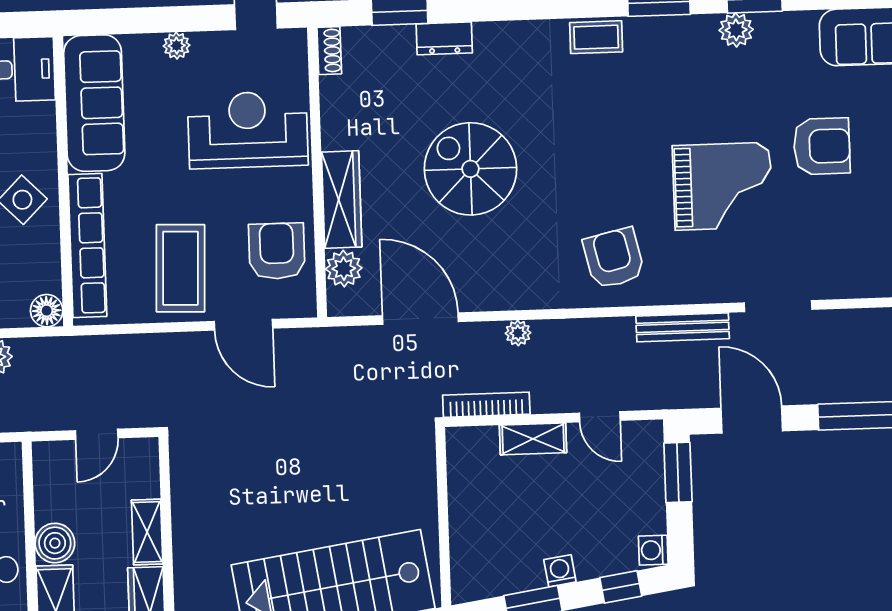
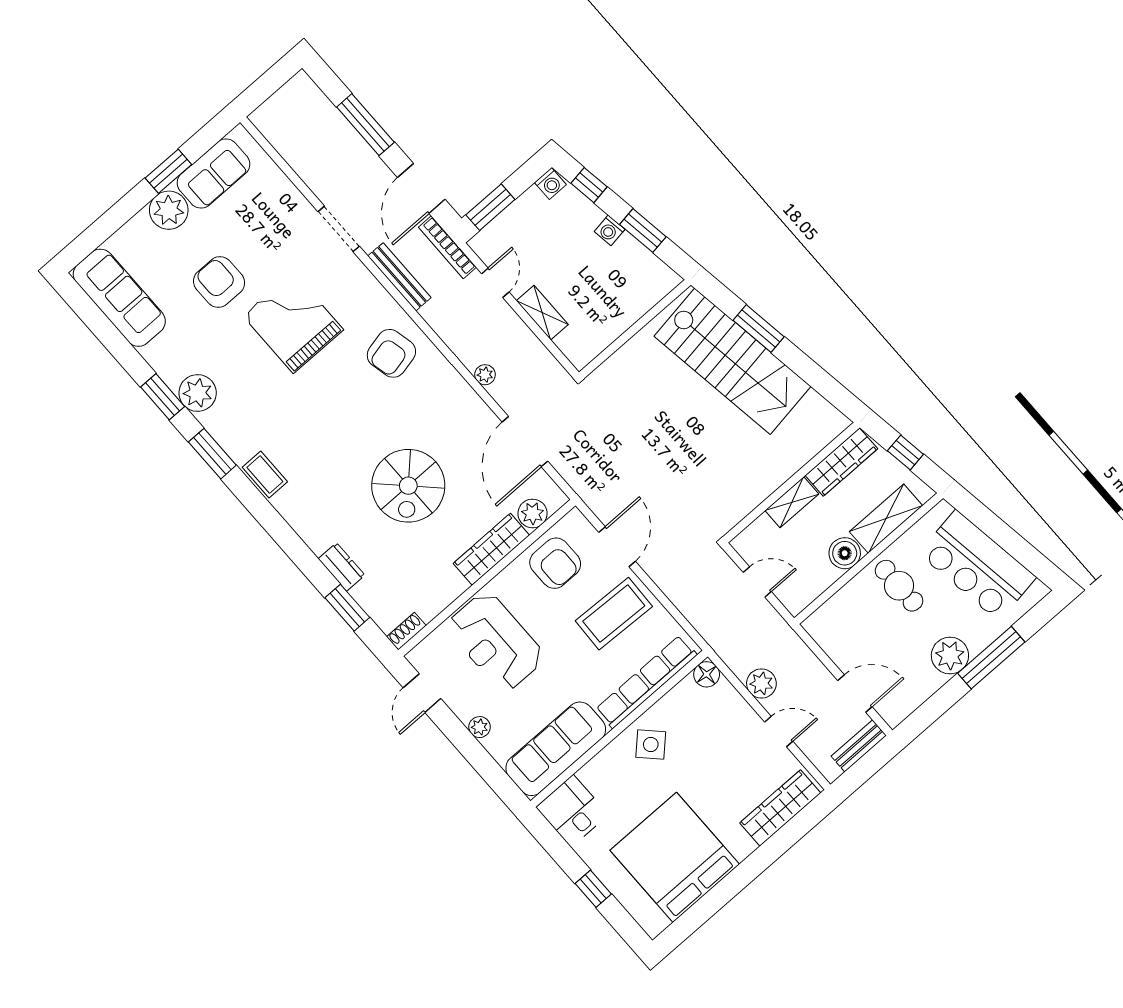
plant: (736, 30) -> (198, 393), width x1.36, depth x1.36
armchair: (277, 251) -> (555, 563), turned -90
bookcase: (486, 405) -> (447, 247), moved

